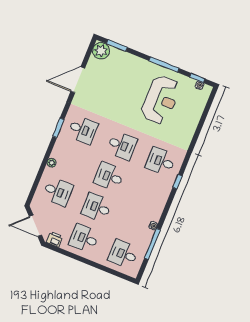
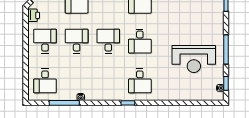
desk: (161, 161) -> (140, 81), turned 180
desk: (123, 254) -> (45, 81), turned 180

